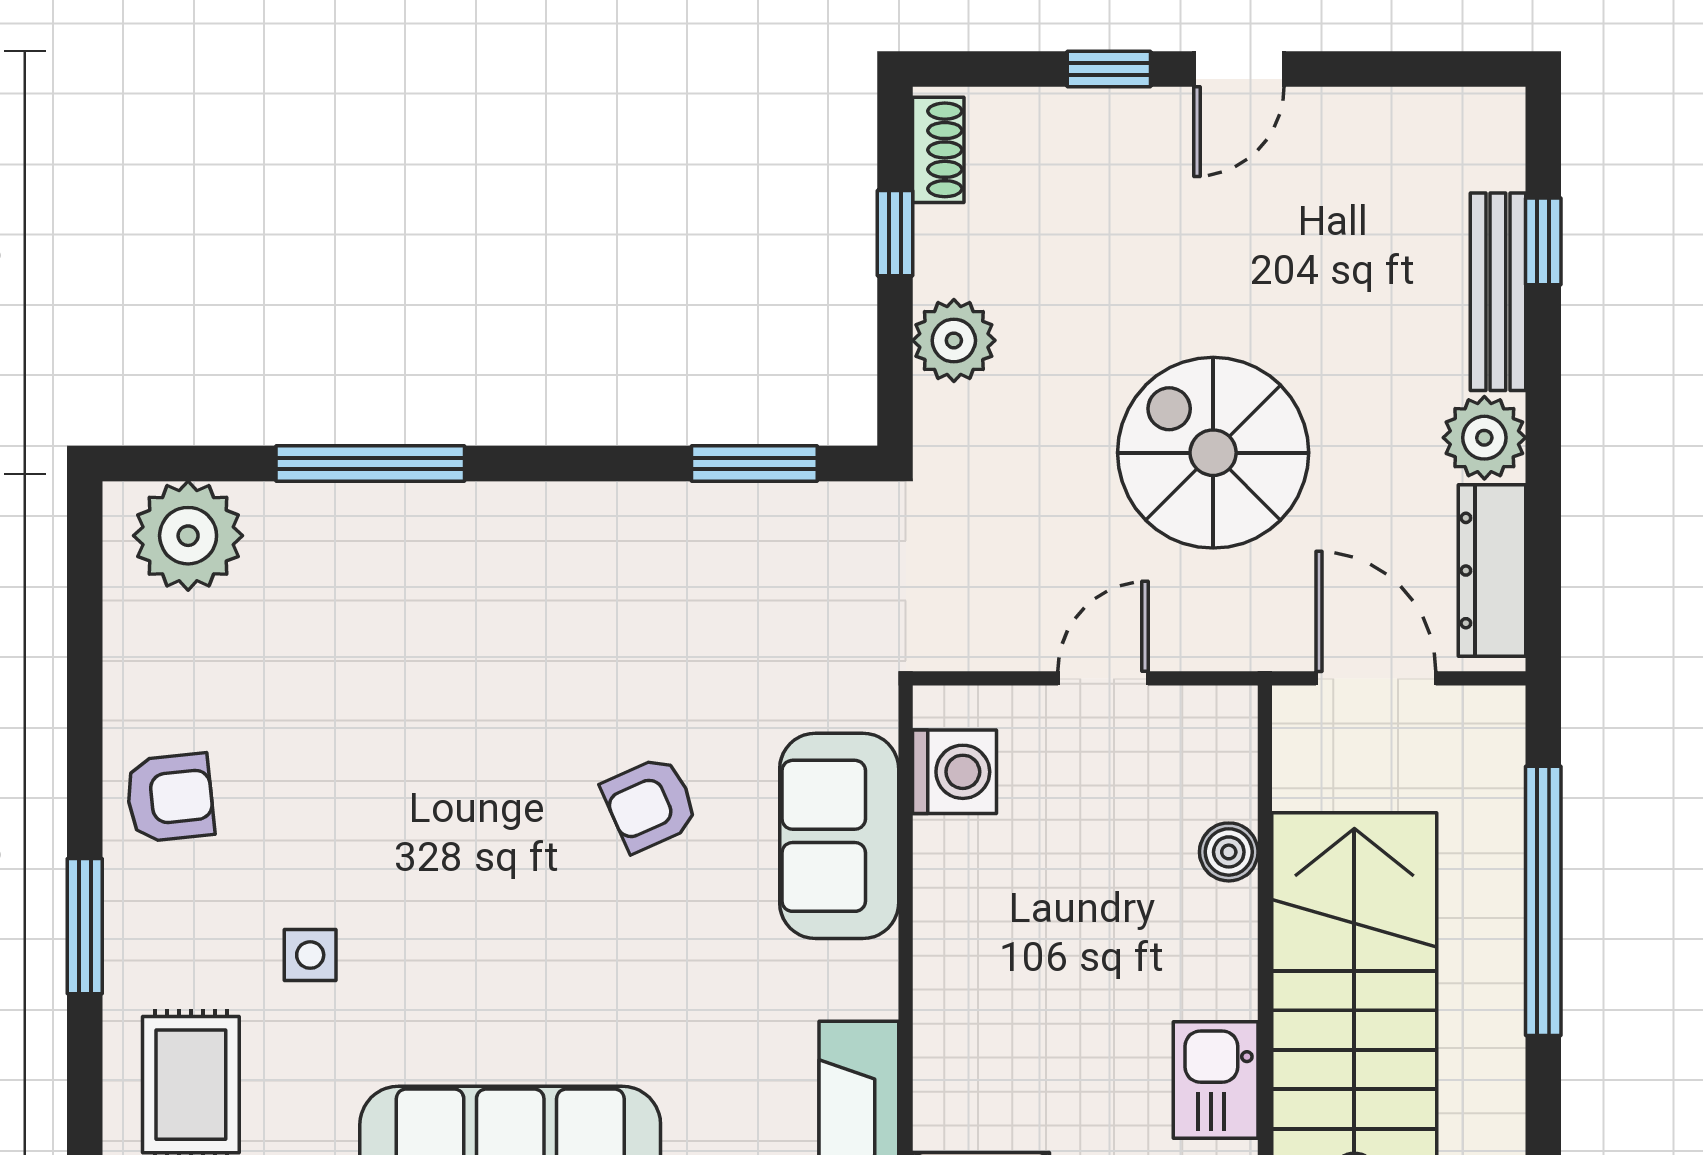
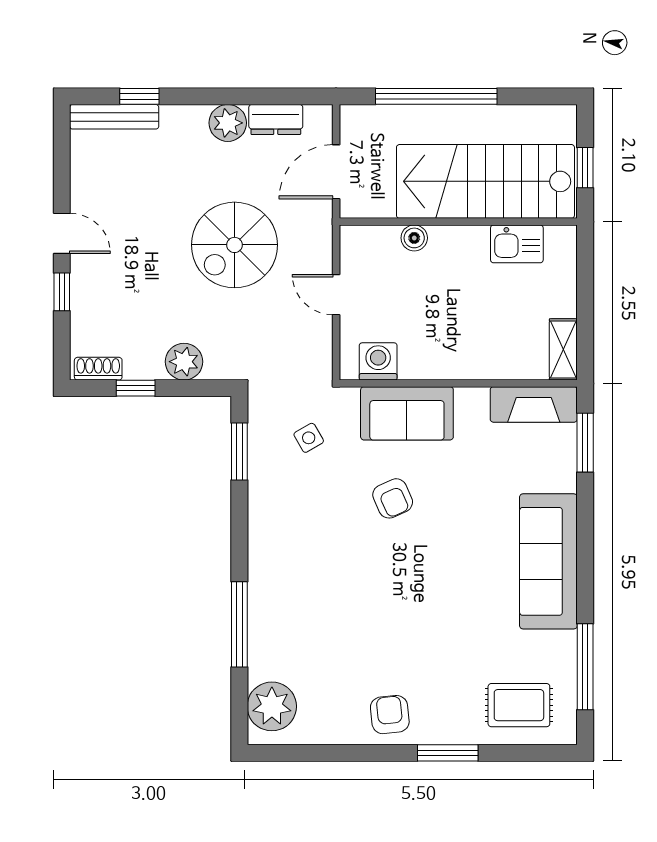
bench: (1498, 292) -> (114, 117), moved
dresser: (1492, 571) -> (276, 119), width x0.70
side table: (310, 955) -> (309, 438), moved, turned -30

